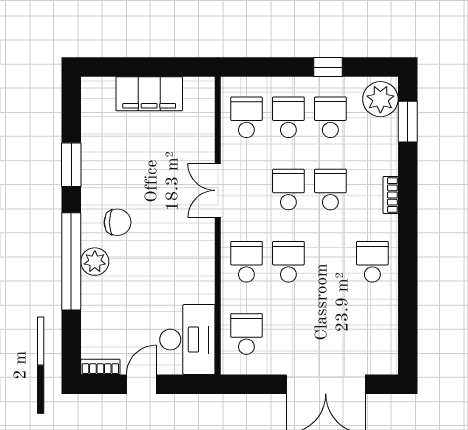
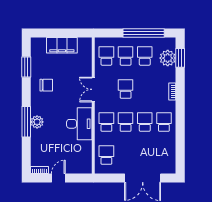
window: (328, 67) -> (144, 33), width x3.17
plant: (380, 99) -> (168, 58), moved
window: (71, 165) -> (26, 67), moved
school desk: (330, 190) -> (145, 122), moved
chair: (118, 222) -> (46, 85), moved
window: (71, 261) -> (26, 122), width x0.68
desk: (187, 340) -> (79, 124), moved

